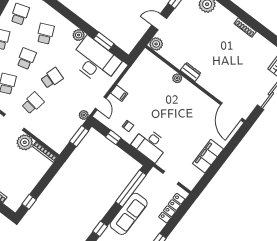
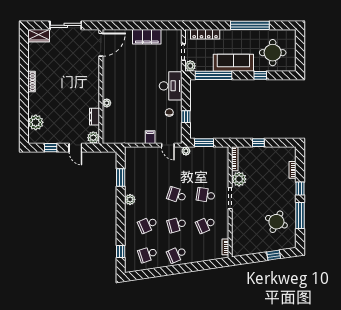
desk: (95, 61) -> (140, 173), removed
dresser: (191, 72) -> (94, 117), moved
door: (101, 103) -> (168, 145), swing flipped
plant: (154, 175) -> (190, 66), added
window: (29, 202) -> (258, 143), moved

